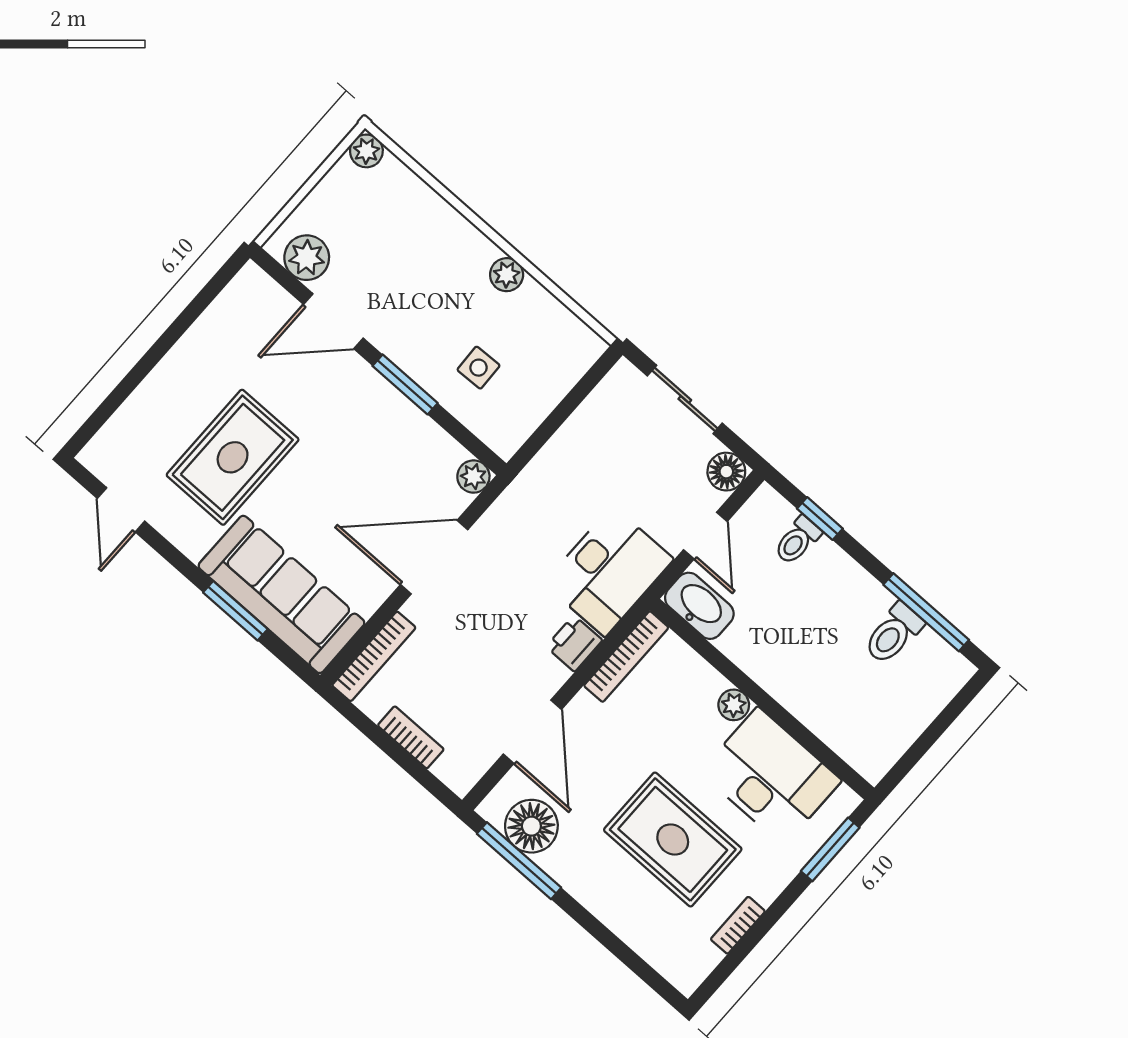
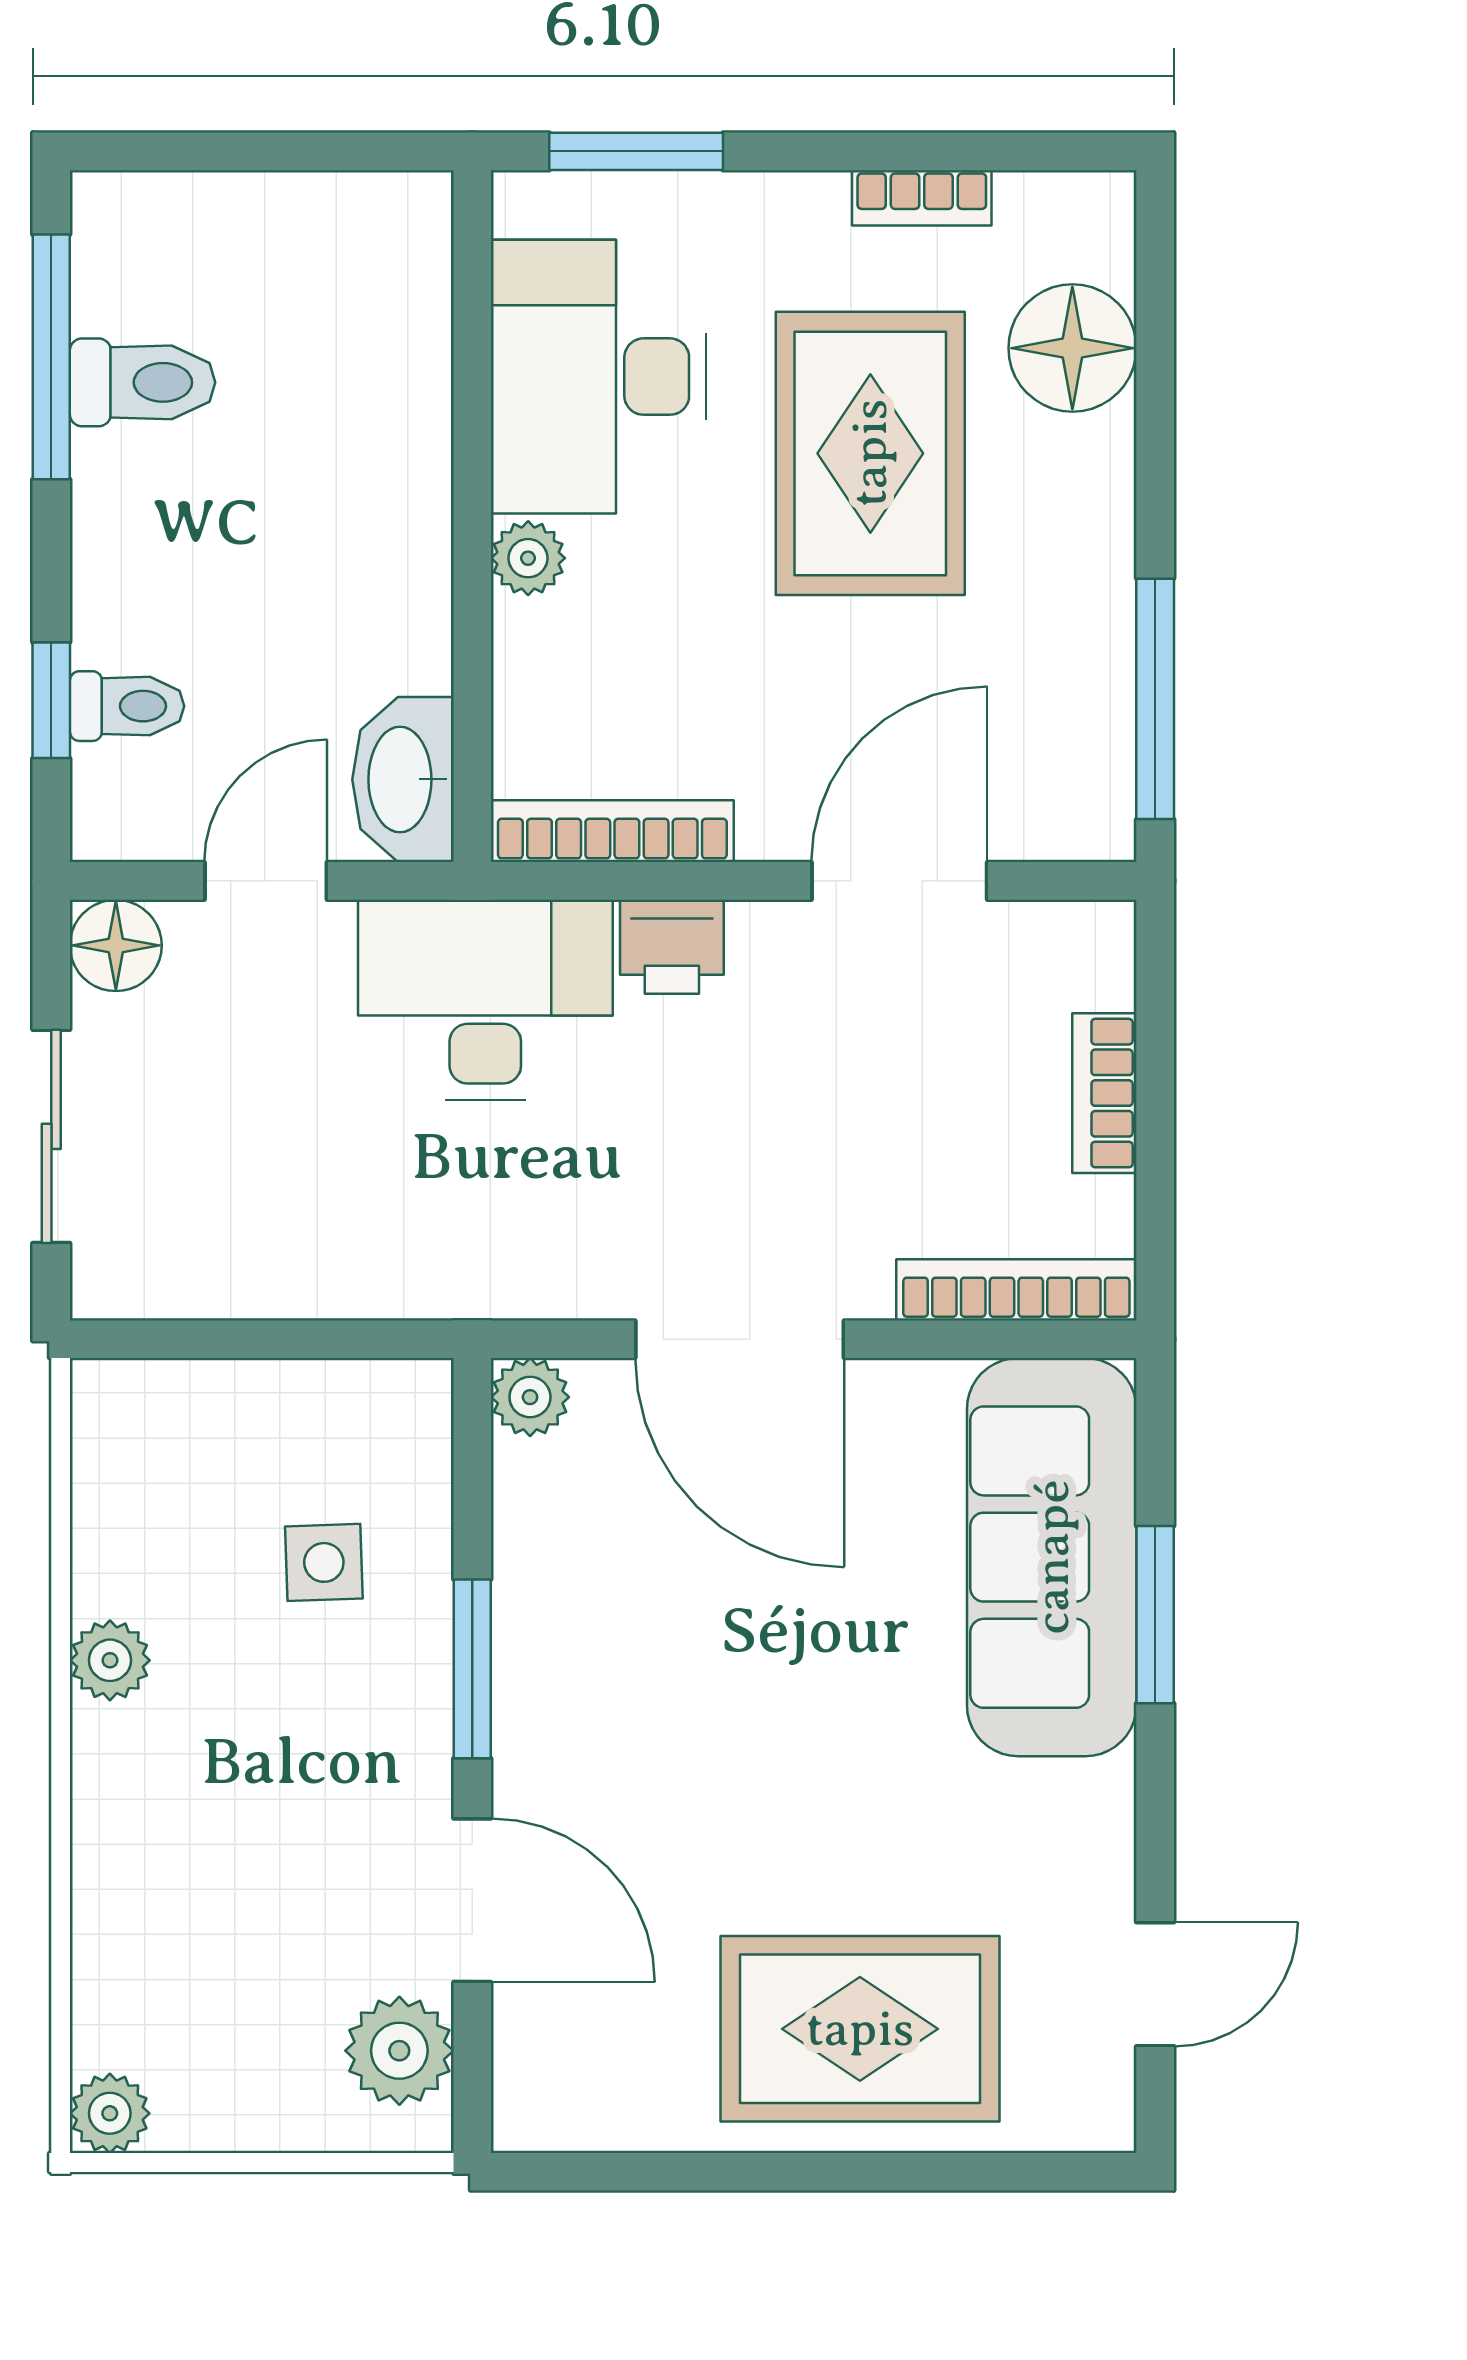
rug: (233, 457) -> (860, 2029), moved
floor lamp: (531, 826) -> (1072, 348), moved

